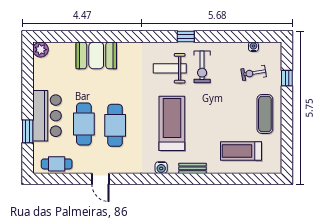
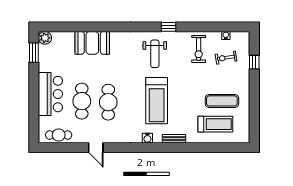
exercise bike: (202, 67) -> (199, 49), moved
weight bench: (170, 68) -> (155, 54), turned -90
exercise mat: (265, 114) -> (222, 101), moved, turned 90
treadmill: (172, 123) -> (157, 101), turned 180
window: (28, 131) -> (34, 53), moved
treadmill: (241, 151) -> (215, 124), turned 180

